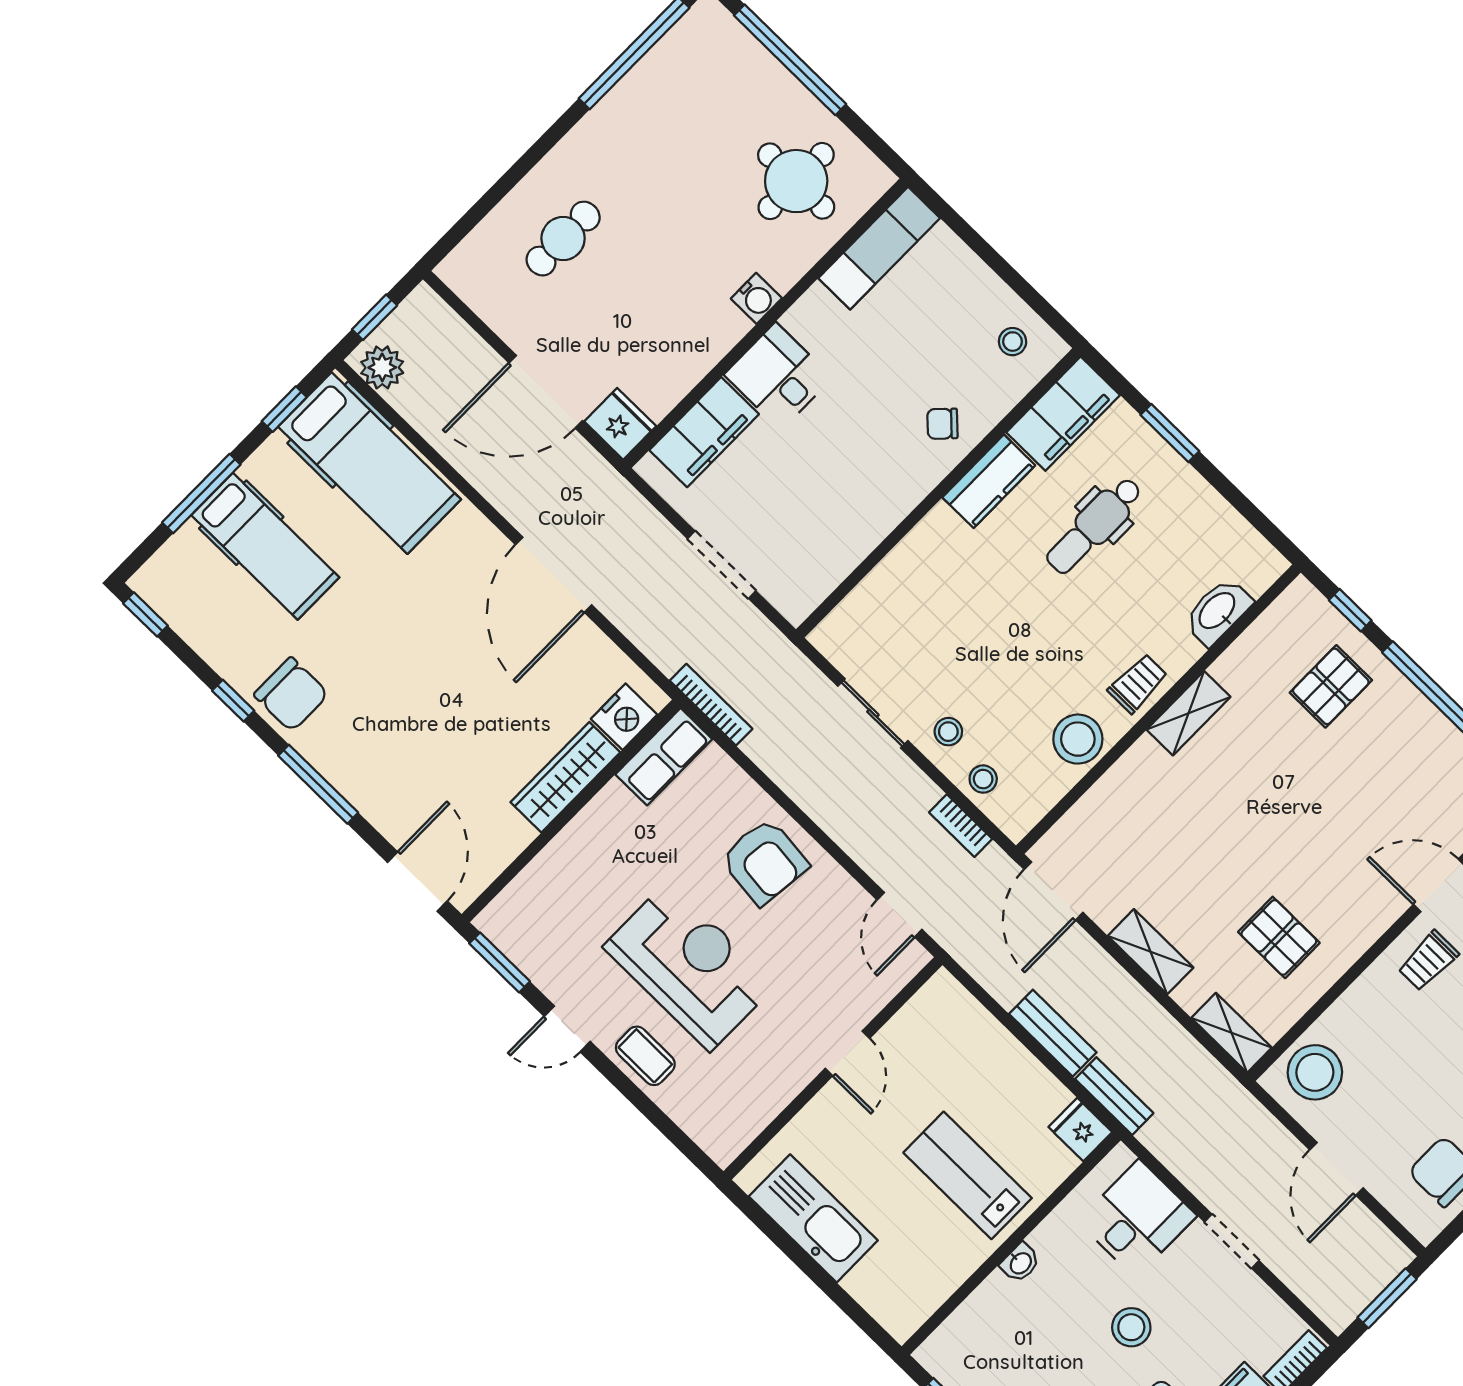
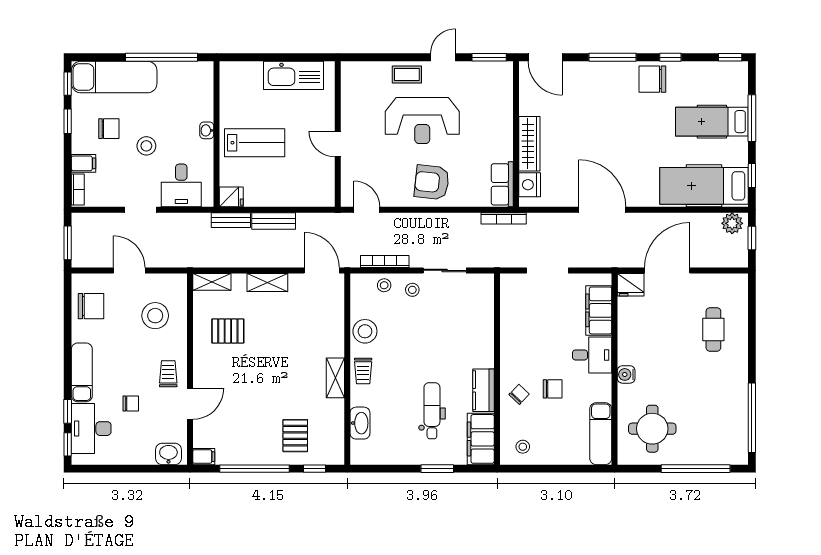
chair: (885, 383) -> (553, 389), added
bookcase: (961, 826) -> (385, 261), width x1.56
stool: (1315, 1072) -> (155, 316), moved

